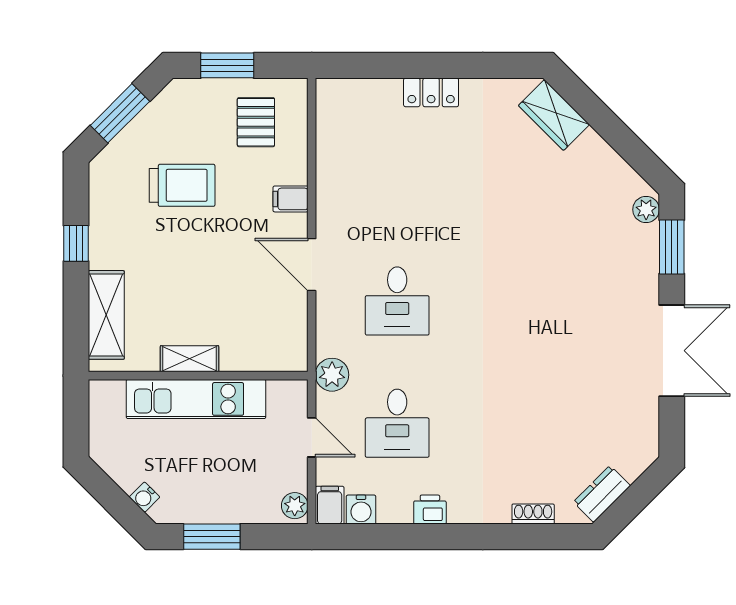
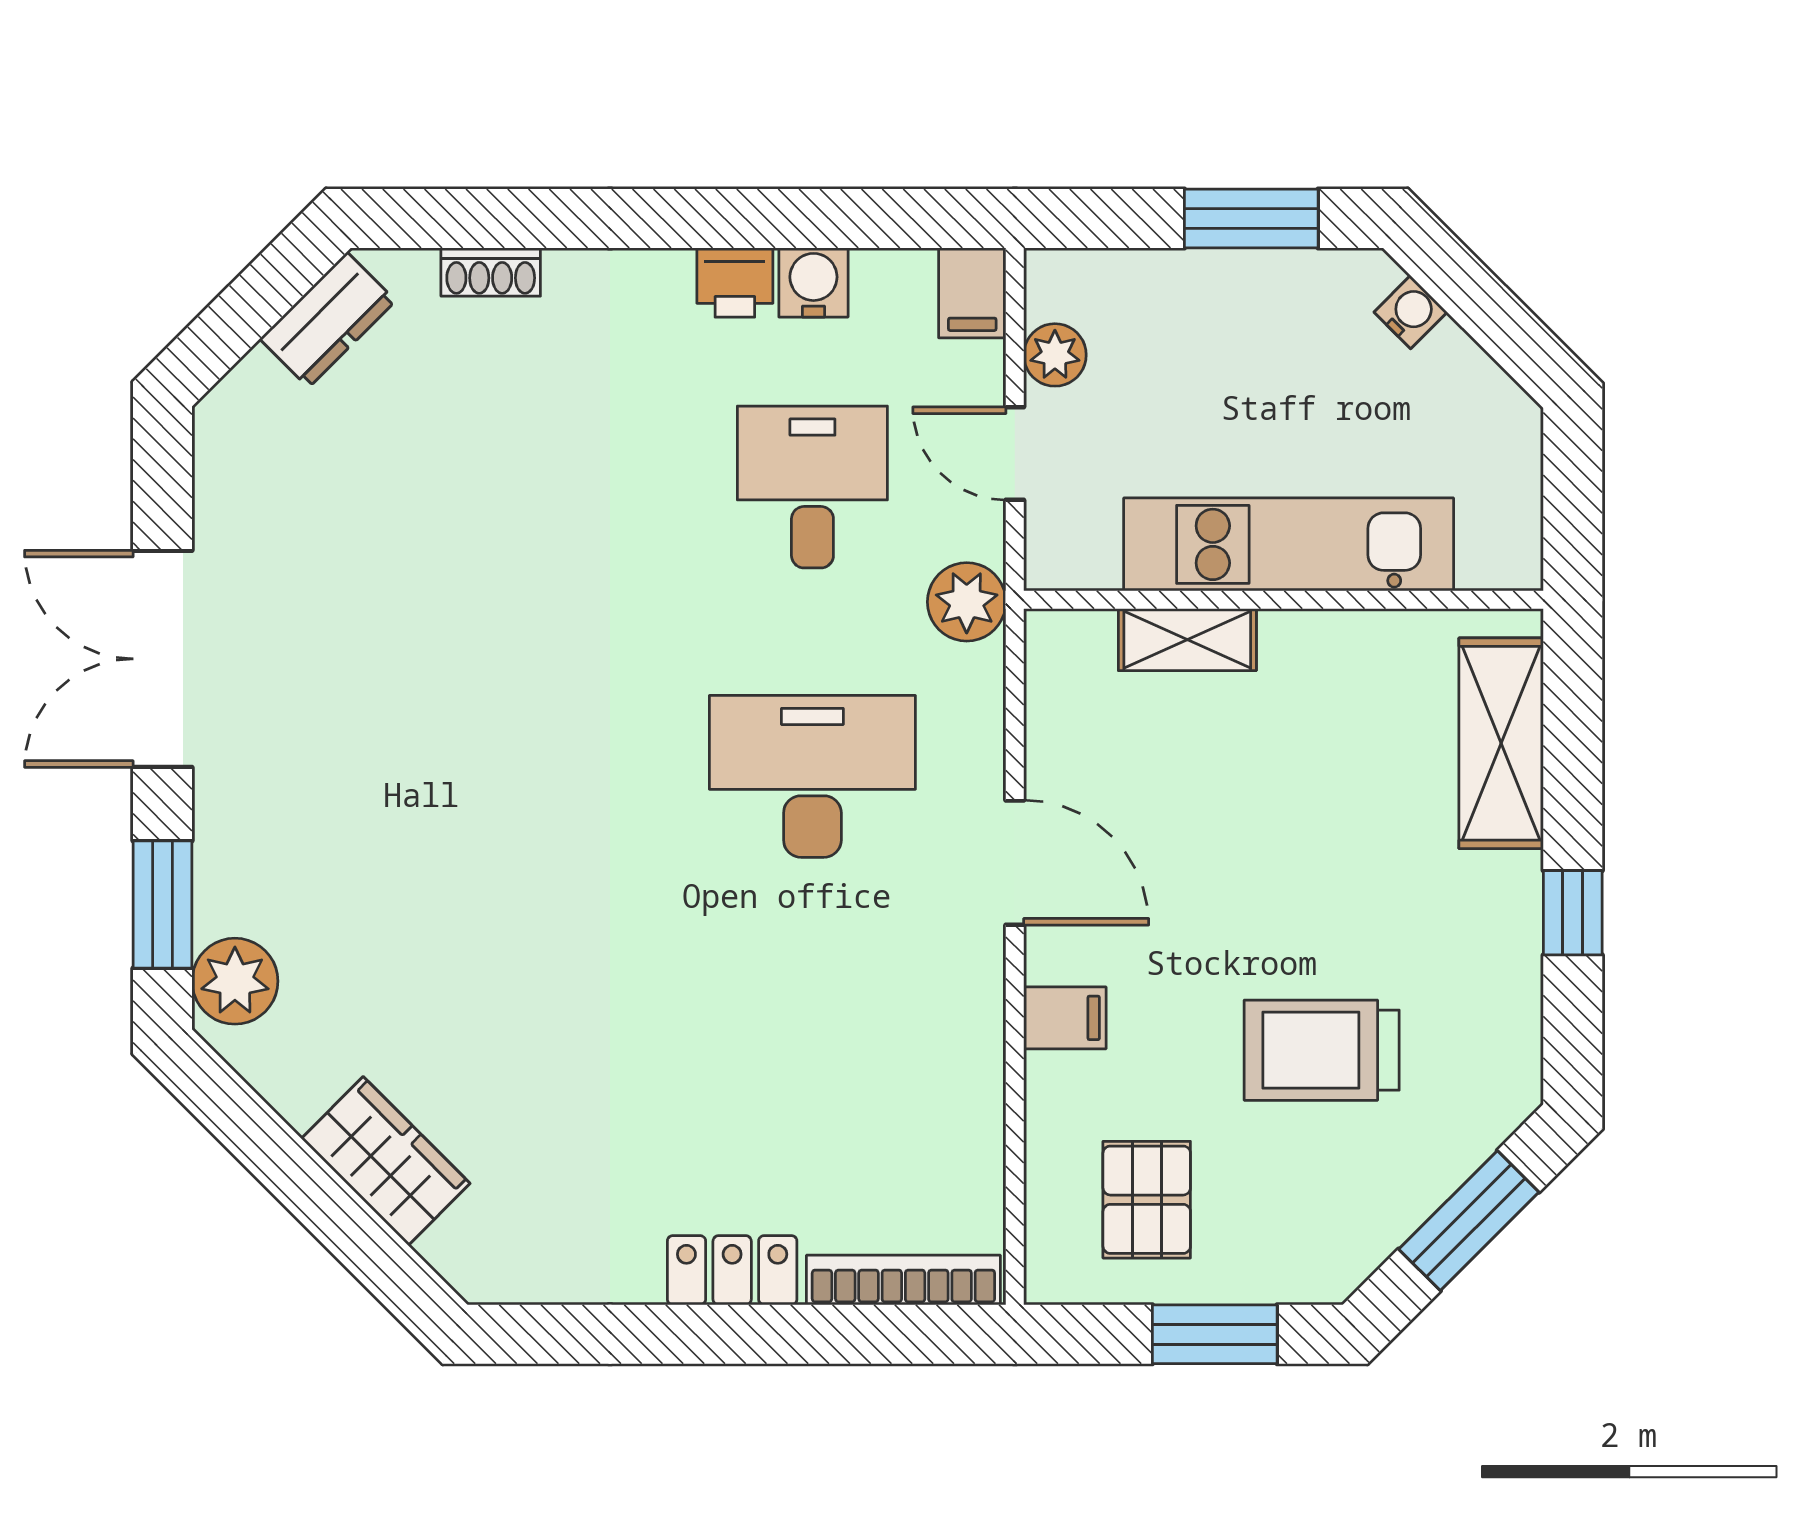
bookcase: (359, 88) -> (903, 1280), added
wardrobe: (554, 115) -> (386, 1161), moved
plant: (646, 210) -> (235, 981), width x1.38, depth x1.38
desk: (397, 301) -> (812, 776), width x1.37
shelving: (190, 359) -> (1187, 640), moved
plant: (295, 506) -> (1055, 355), moved
water cooler: (361, 510) -> (813, 283), moved

